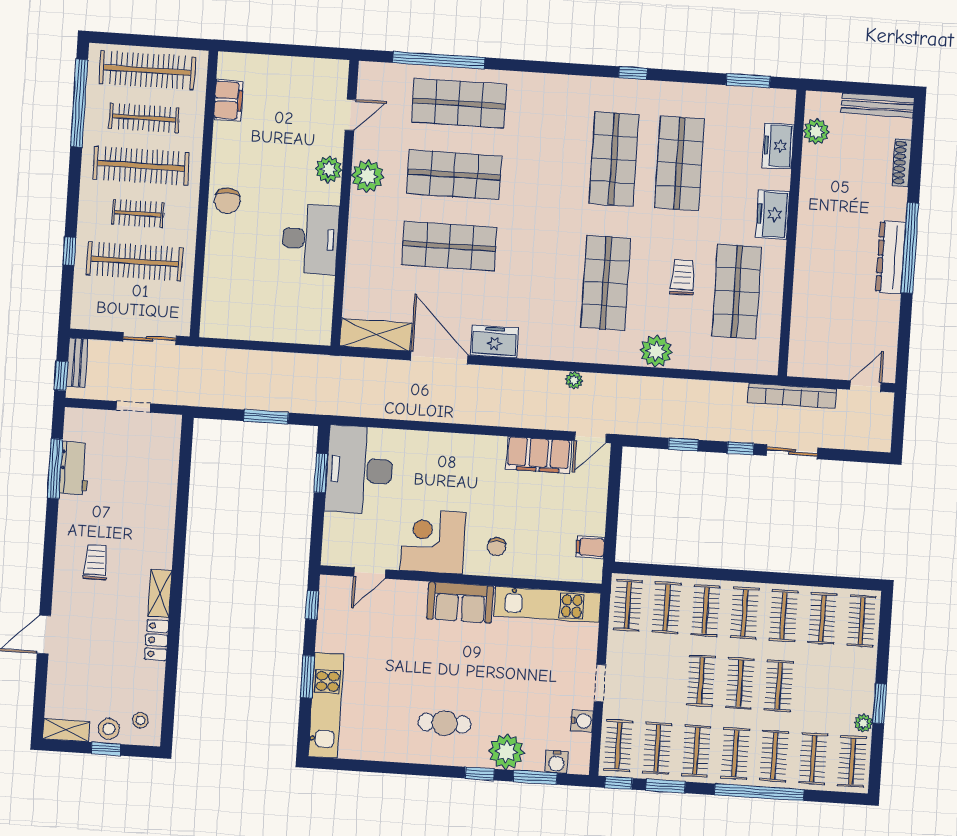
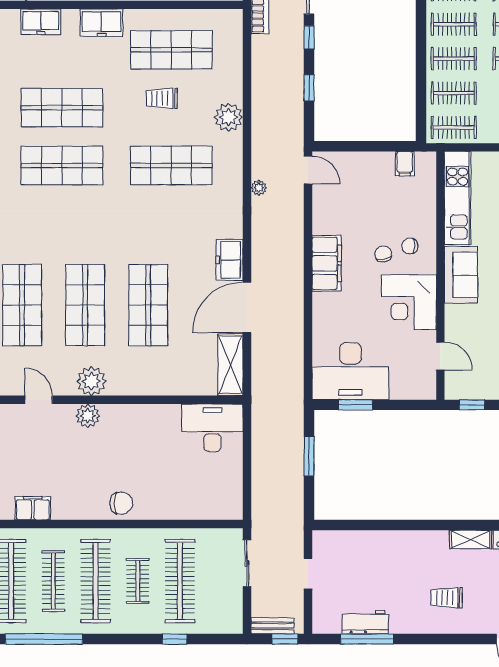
desk: (310, 239) -> (212, 428), moved
filing cabinet: (539, 455) -> (327, 263), moved
chair: (490, 516) -> (383, 254), added
chair: (497, 547) -> (410, 246), turned 180

